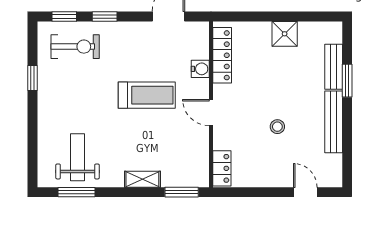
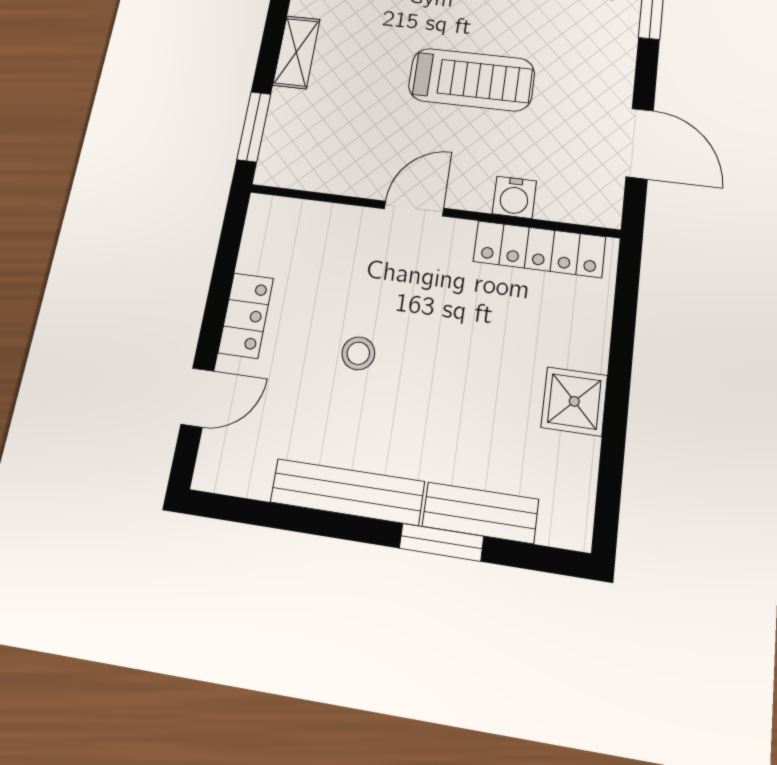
treadmill: (147, 95) -> (471, 80), turned -90
locker: (222, 168) -> (246, 315), moved, turned -90

